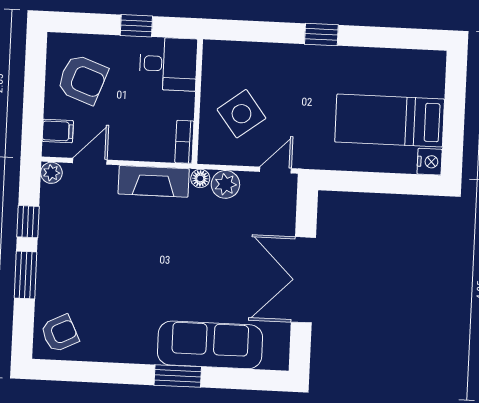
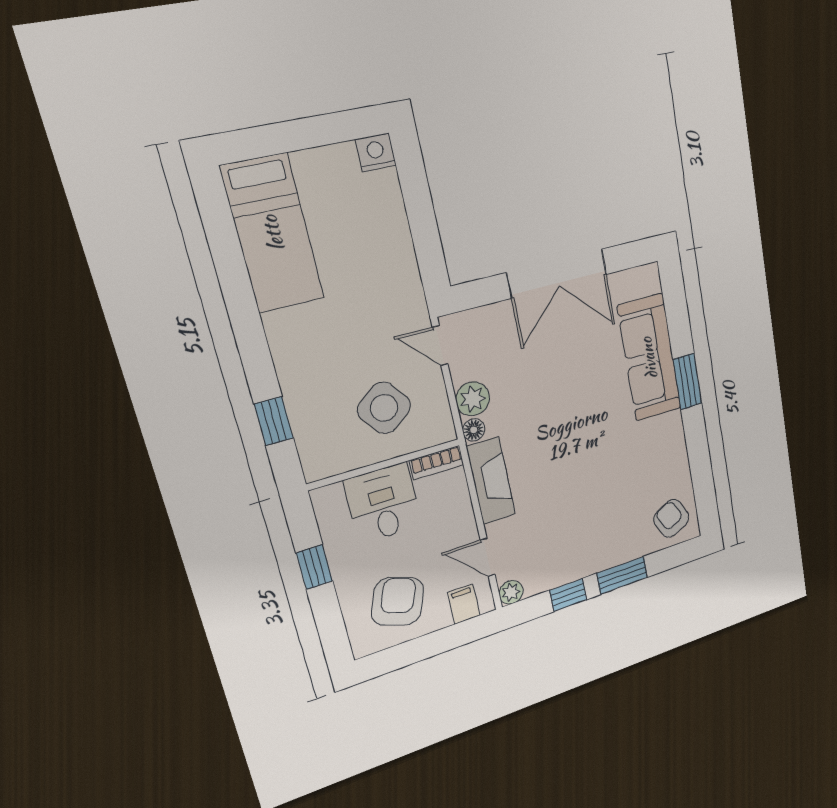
window: (321, 34) -> (274, 421), moved
desk: (168, 64) -> (383, 503), moved
bed: (390, 120) -> (273, 233), moved

